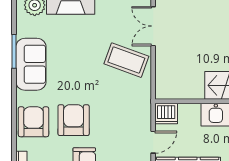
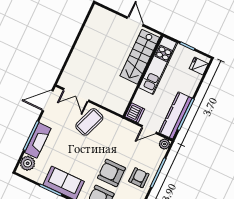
door: (153, 142) -> (149, 129), swing flipped

